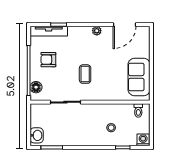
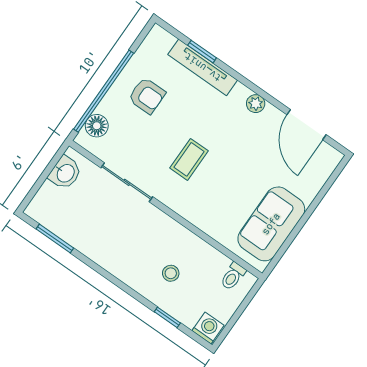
door: (125, 25) -> (307, 125), hinge flipped
tv unit: (49, 31) -> (203, 67), moved
armchair: (48, 60) -> (147, 96), turned 180
washbasin: (37, 135) -> (65, 173), moved

